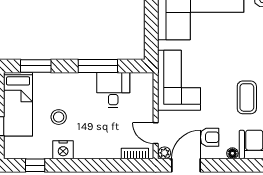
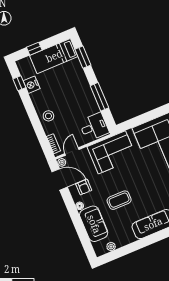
desk: (113, 90) -> (94, 127), moved
stool: (59, 117) -> (48, 116), moved
nightstand: (63, 150) -> (32, 85), moved

